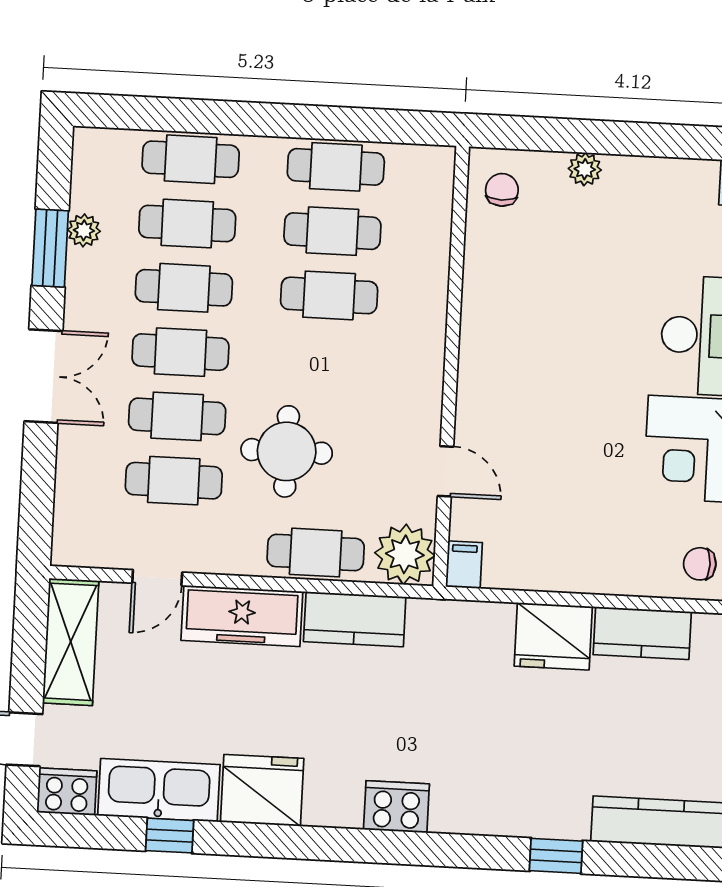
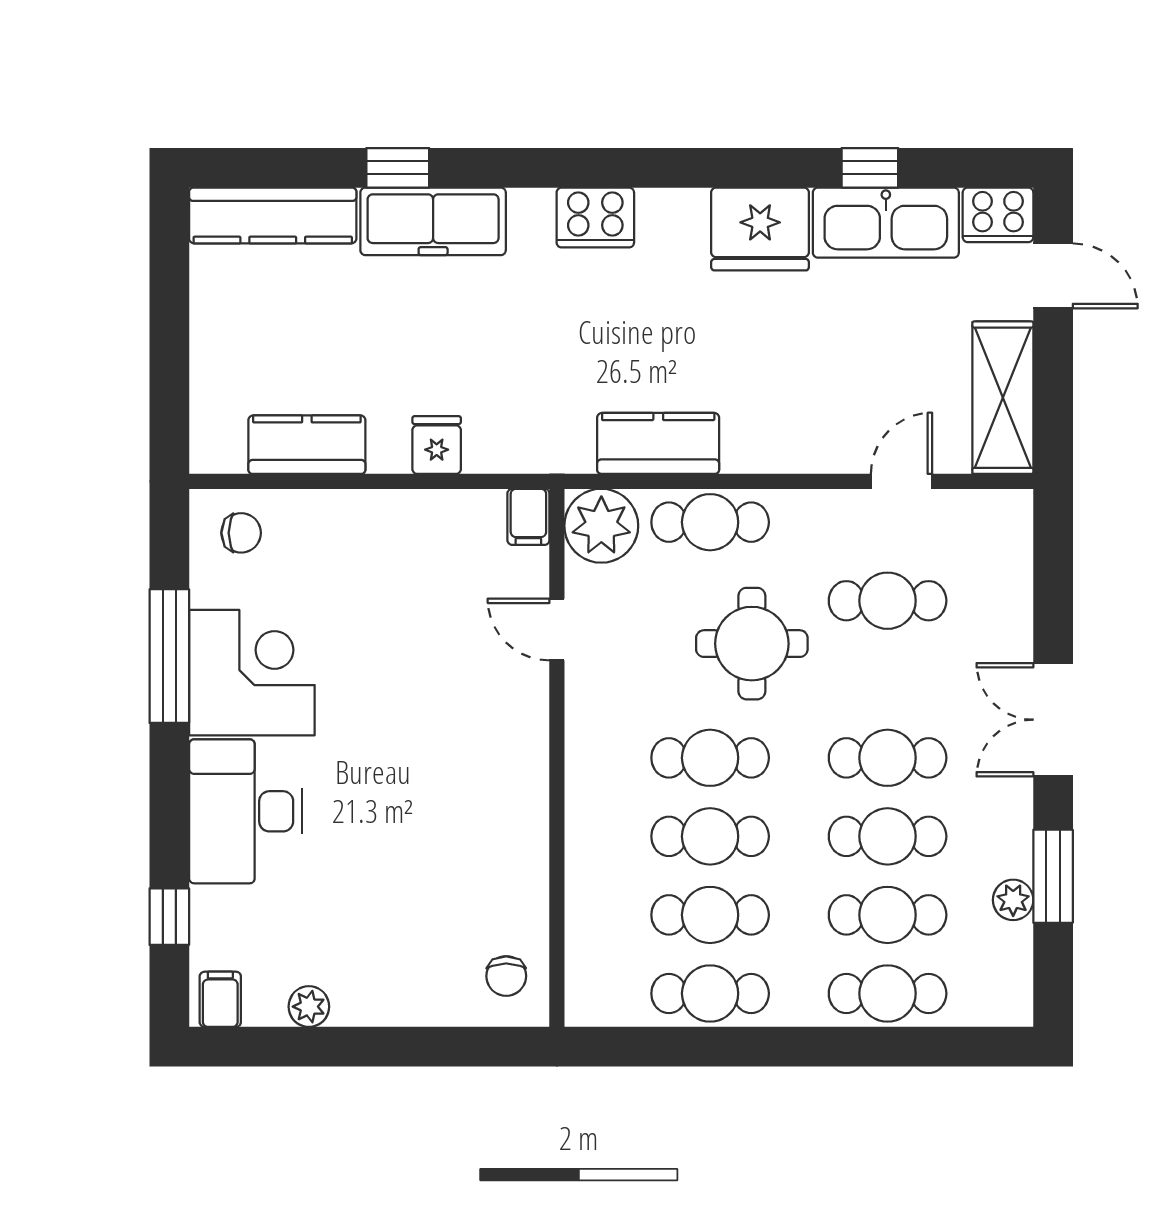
plant: (585, 169) -> (309, 1007), moved
cafe table: (177, 416) -> (710, 758), moved
freezer: (242, 616) -> (433, 221), moved, turned 180
fridge: (553, 636) -> (437, 445), width x0.53, depth x0.75

